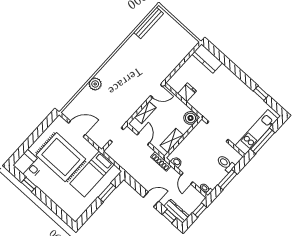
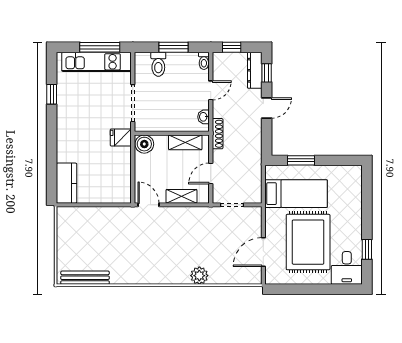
fridge: (187, 92) -> (121, 137), moved
door: (77, 129) -> (263, 252), hinge flipped
door: (151, 199) -> (267, 108), swing flipped

